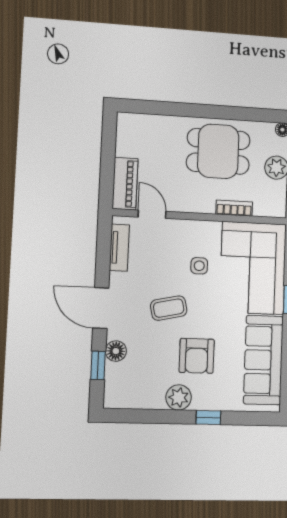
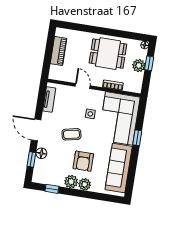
piano: (125, 184) -> (59, 51), moved
door: (152, 214) -> (83, 86), moved
plant: (204, 399) -> (85, 184), added
window: (208, 418) -> (52, 189), moved

